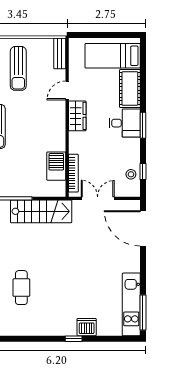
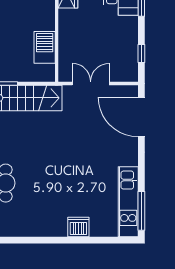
bookcase: (73, 173) -> (64, 55), removed
stool: (131, 174) -> (128, 57), removed
window: (74, 339) -> (64, 240), removed

